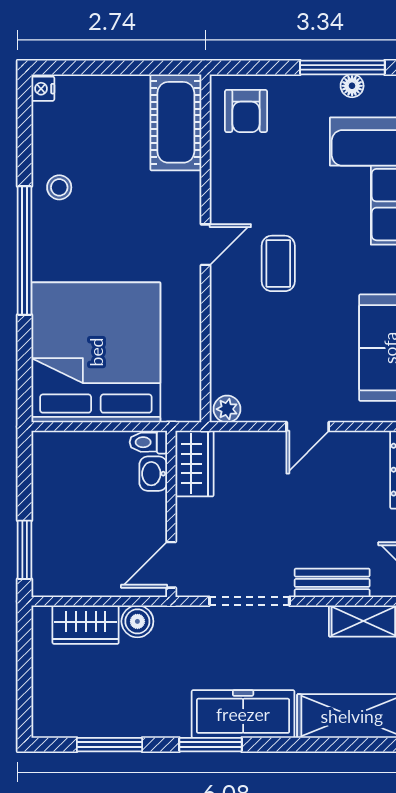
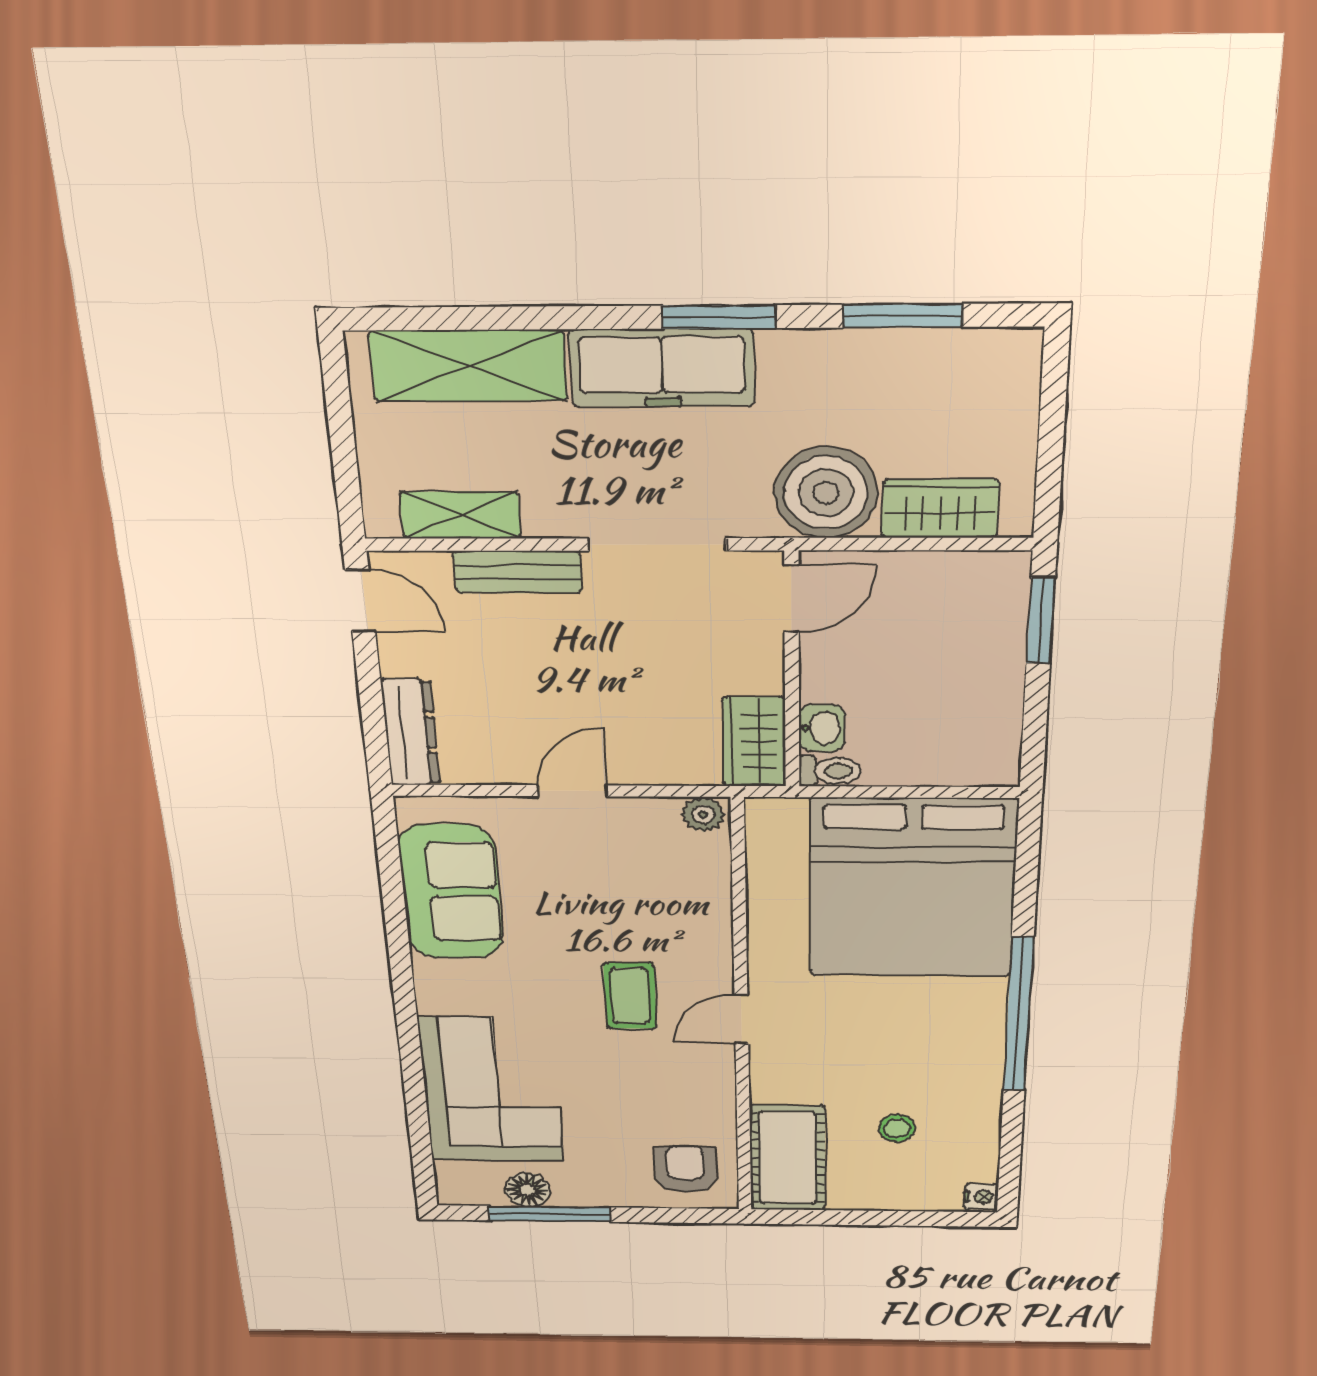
floor lamp: (352, 86) -> (528, 1190), width x1.37, depth x1.37
stool: (59, 187) -> (897, 1128), moved
boiler: (137, 621) -> (826, 493), width x1.86, depth x1.86

